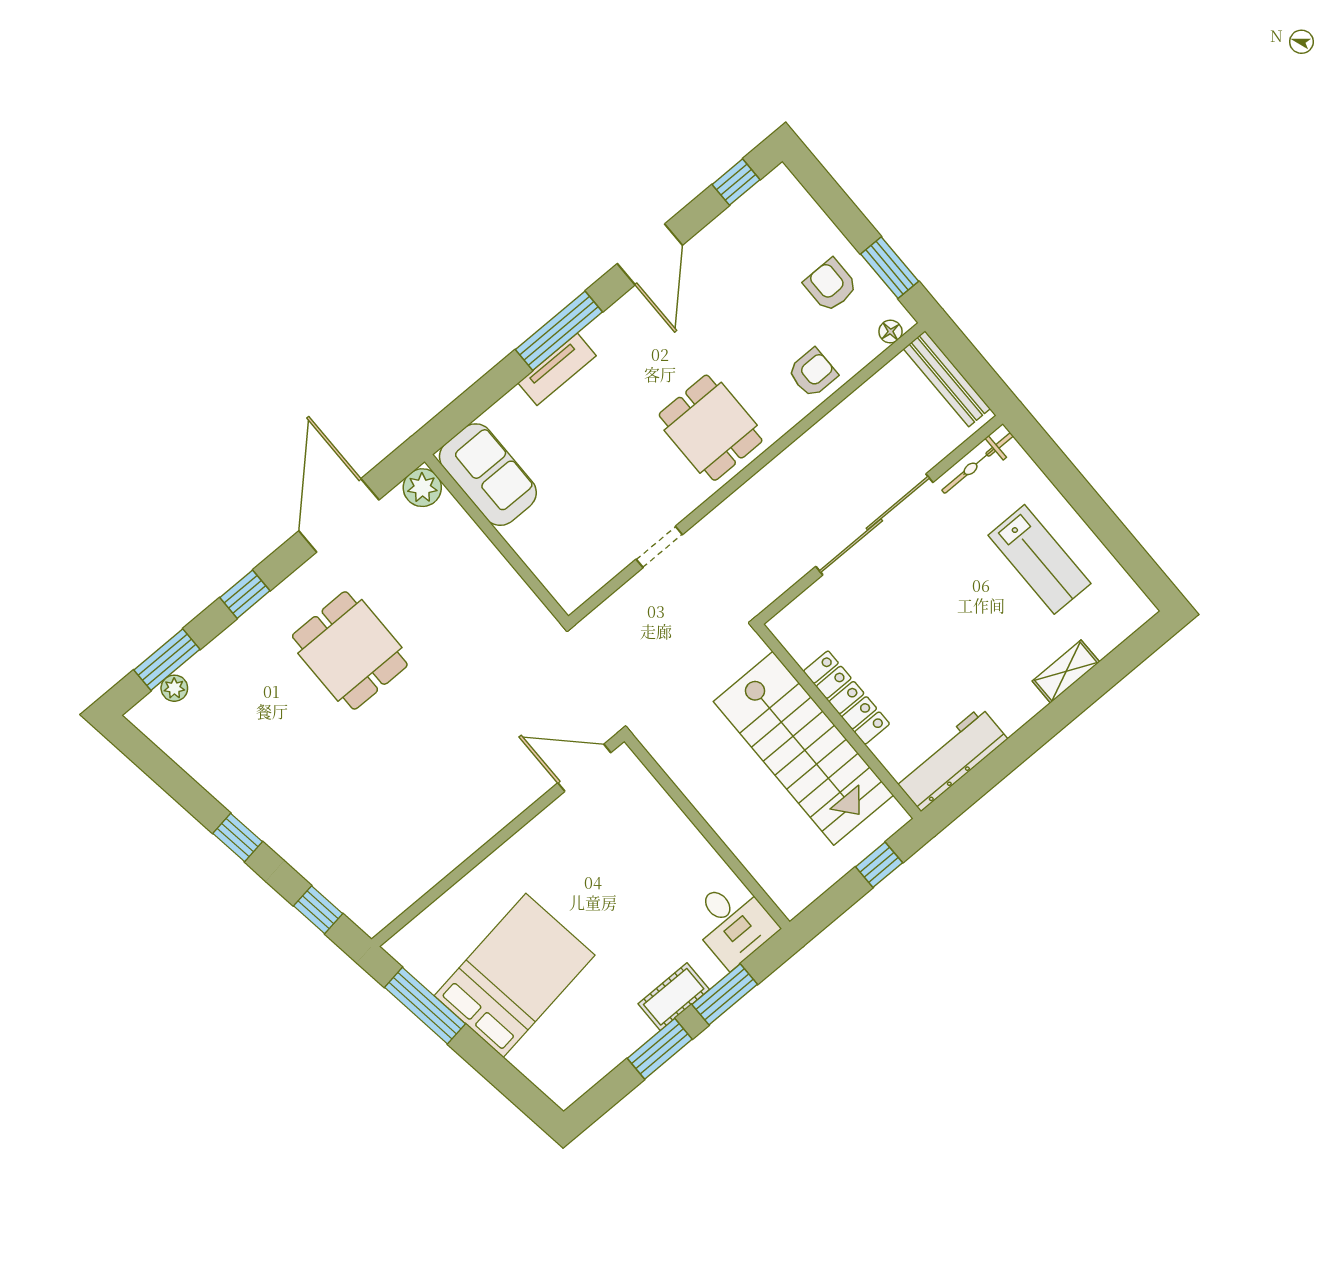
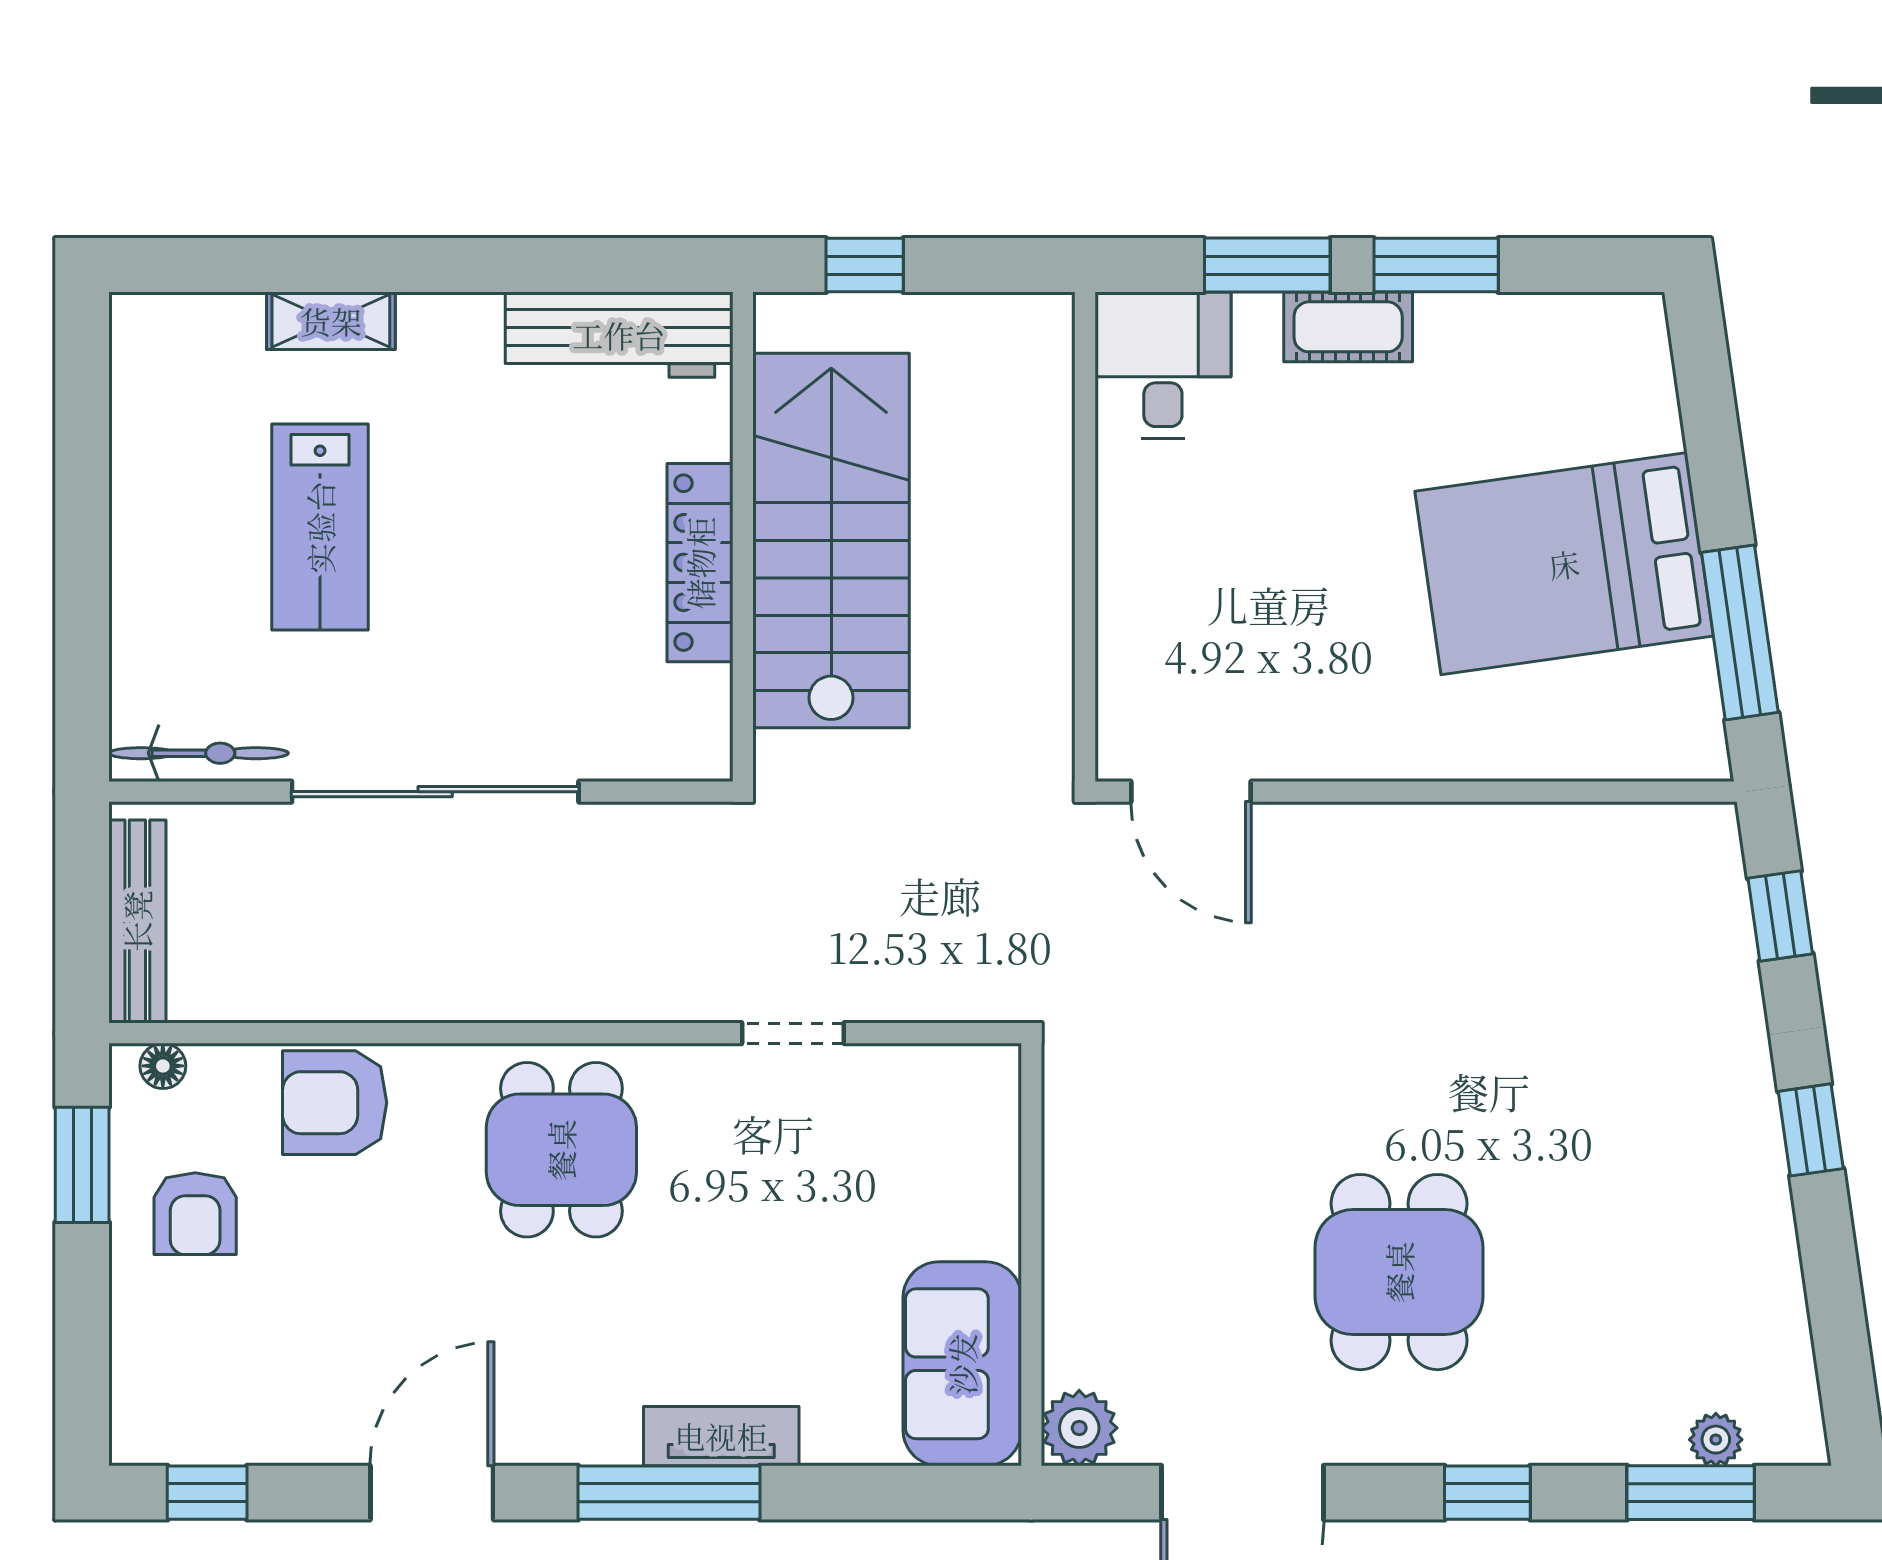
armchair: (813, 373) -> (335, 1103), width x1.38, depth x1.38
lab bench: (1039, 559) -> (320, 527), moved, turned 180

